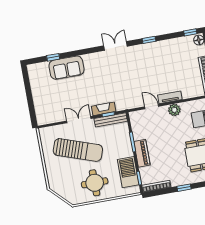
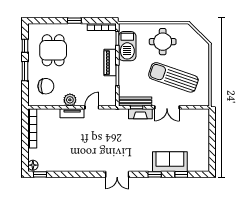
window: (149, 40) -> (155, 174), moved
door: (152, 106) -> (92, 107), swing flipped

